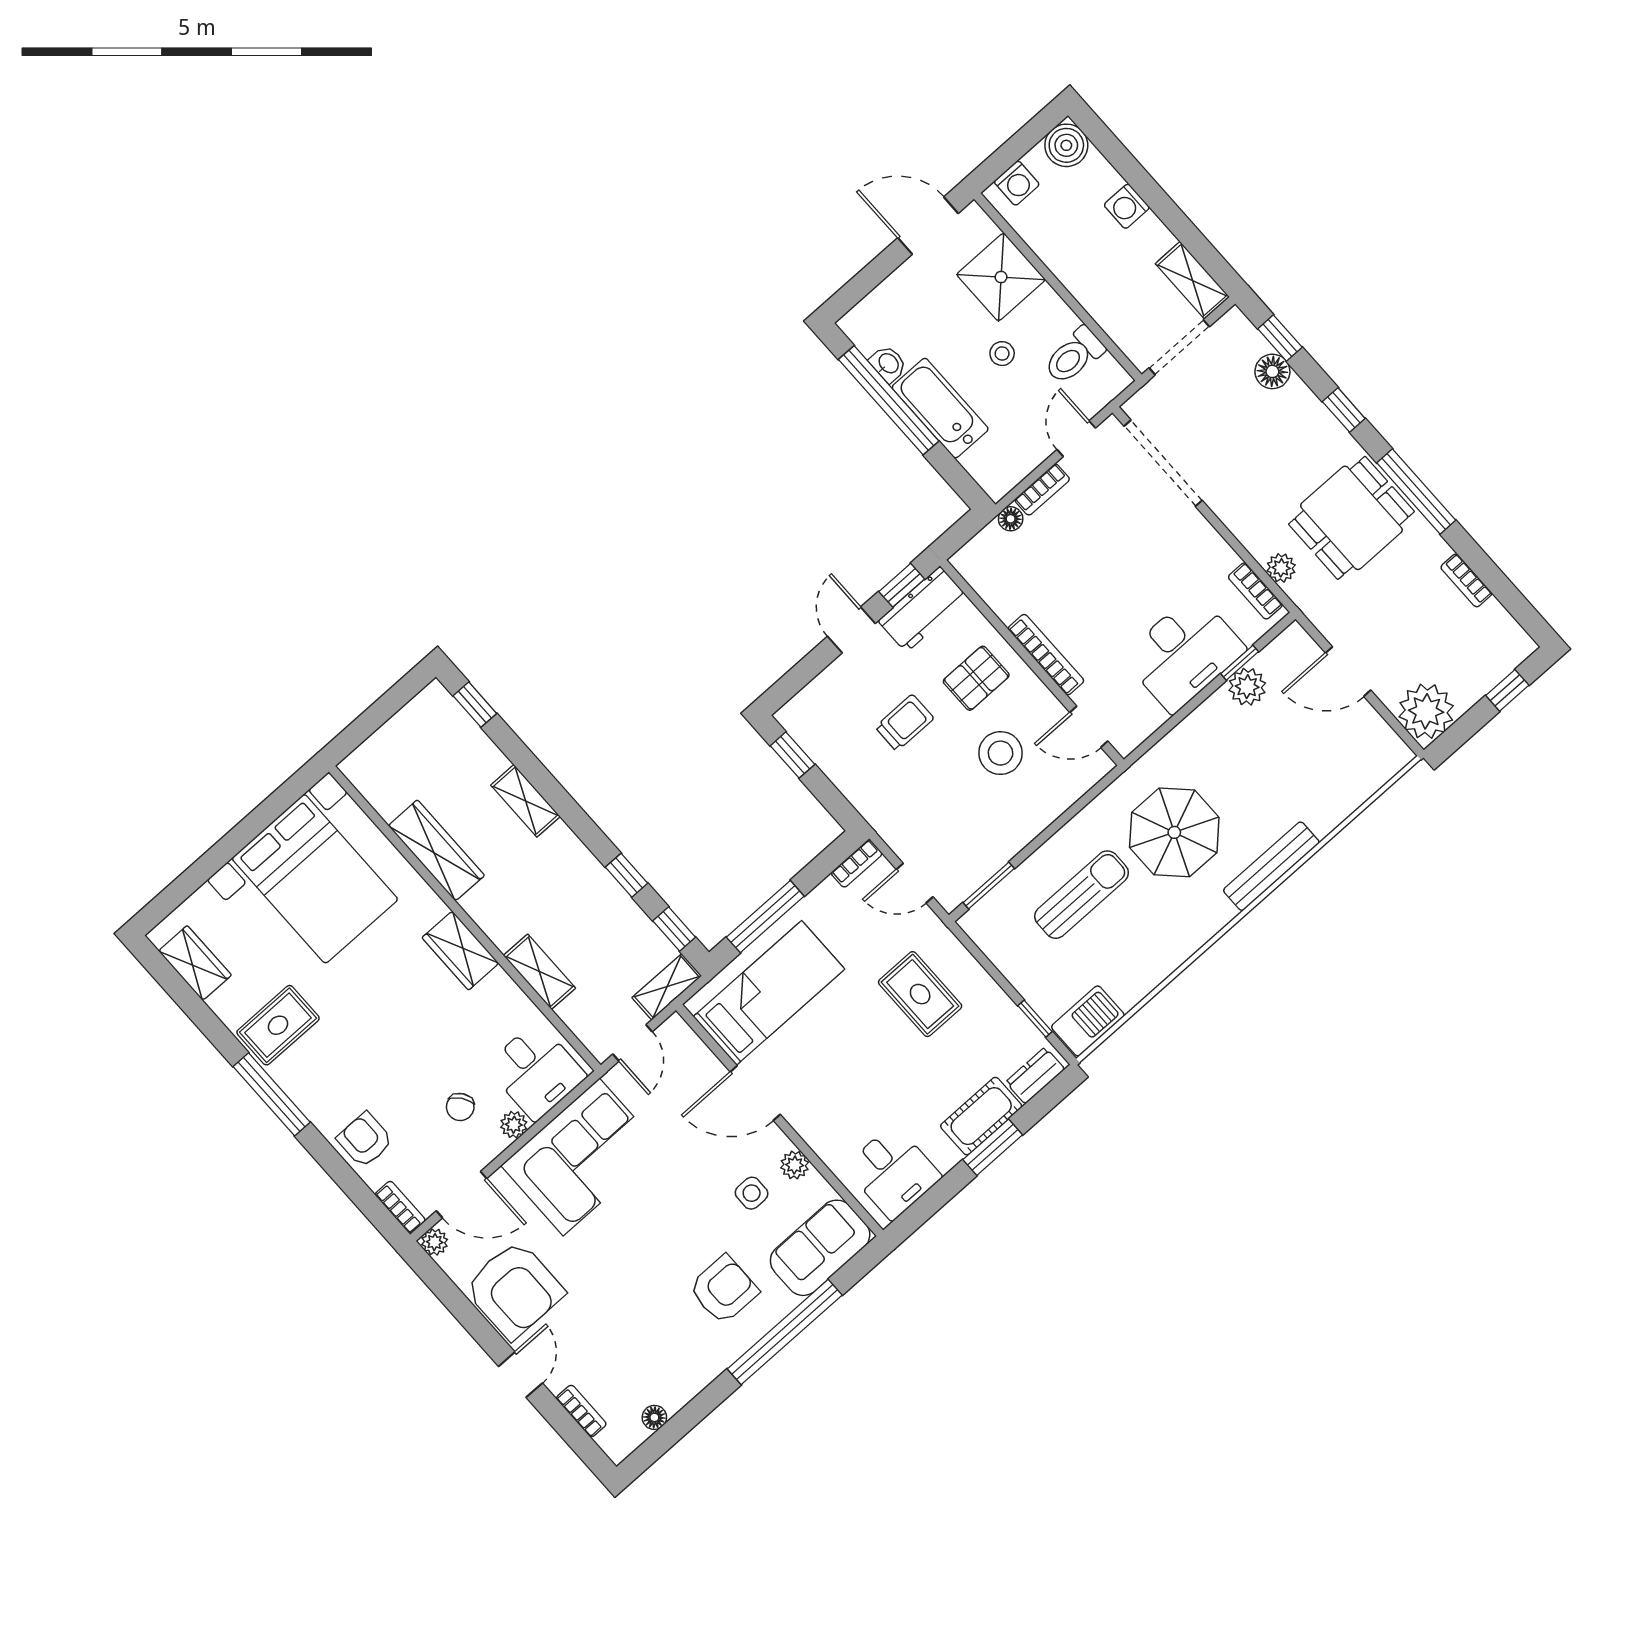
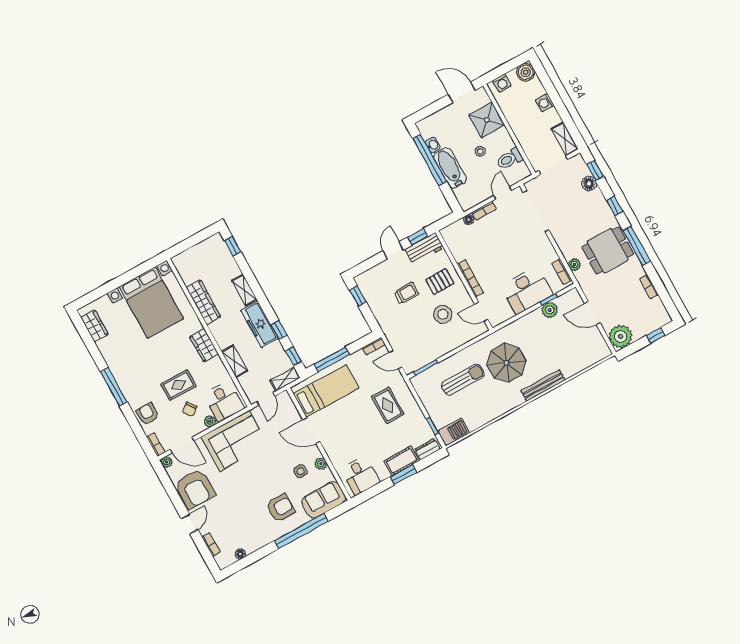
freezer: (578, 873) -> (259, 324), added
rug: (278, 1025) -> (178, 385), moved

